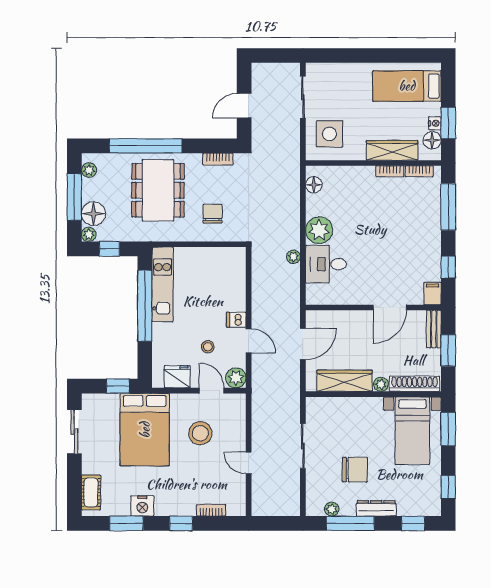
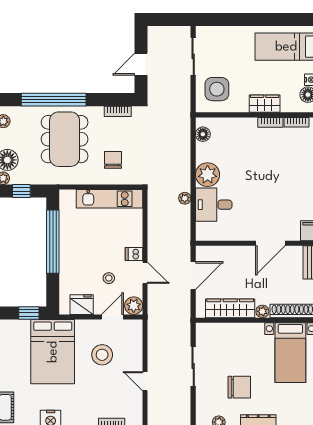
wardrobe: (392, 150) -> (265, 104), width x0.67
kitchen unit: (162, 284) -> (109, 199), moved, turned 90
door: (212, 391) -> (112, 317), hinge flipped

